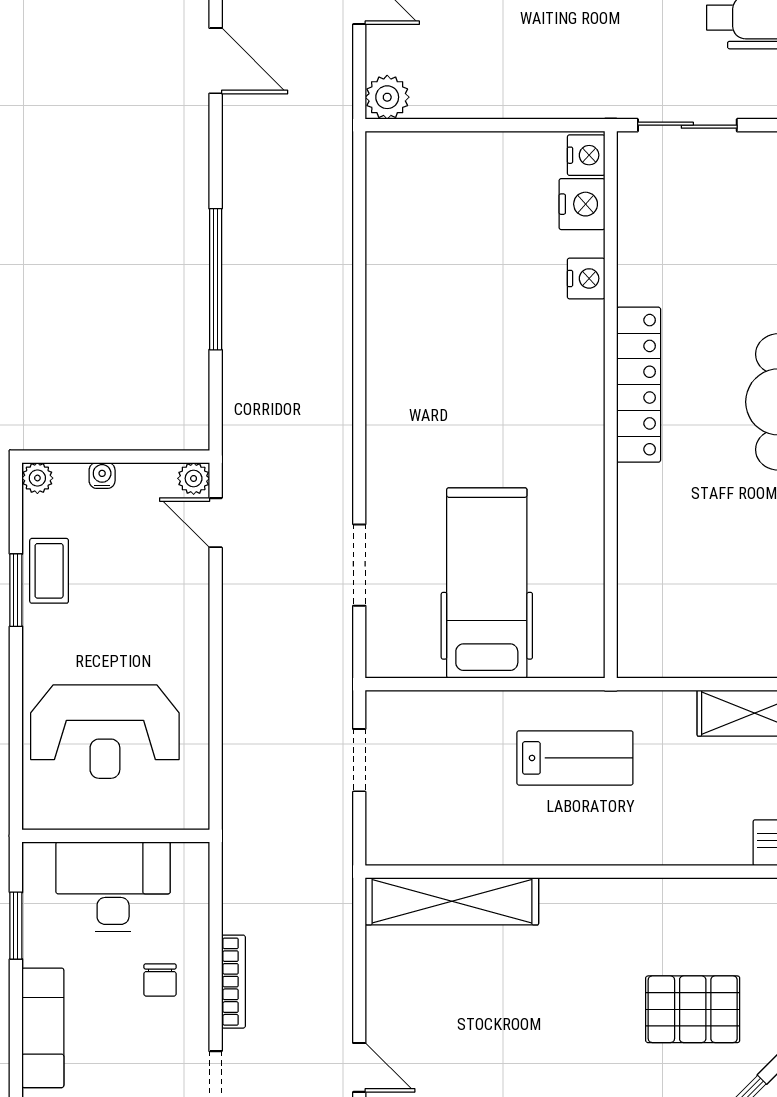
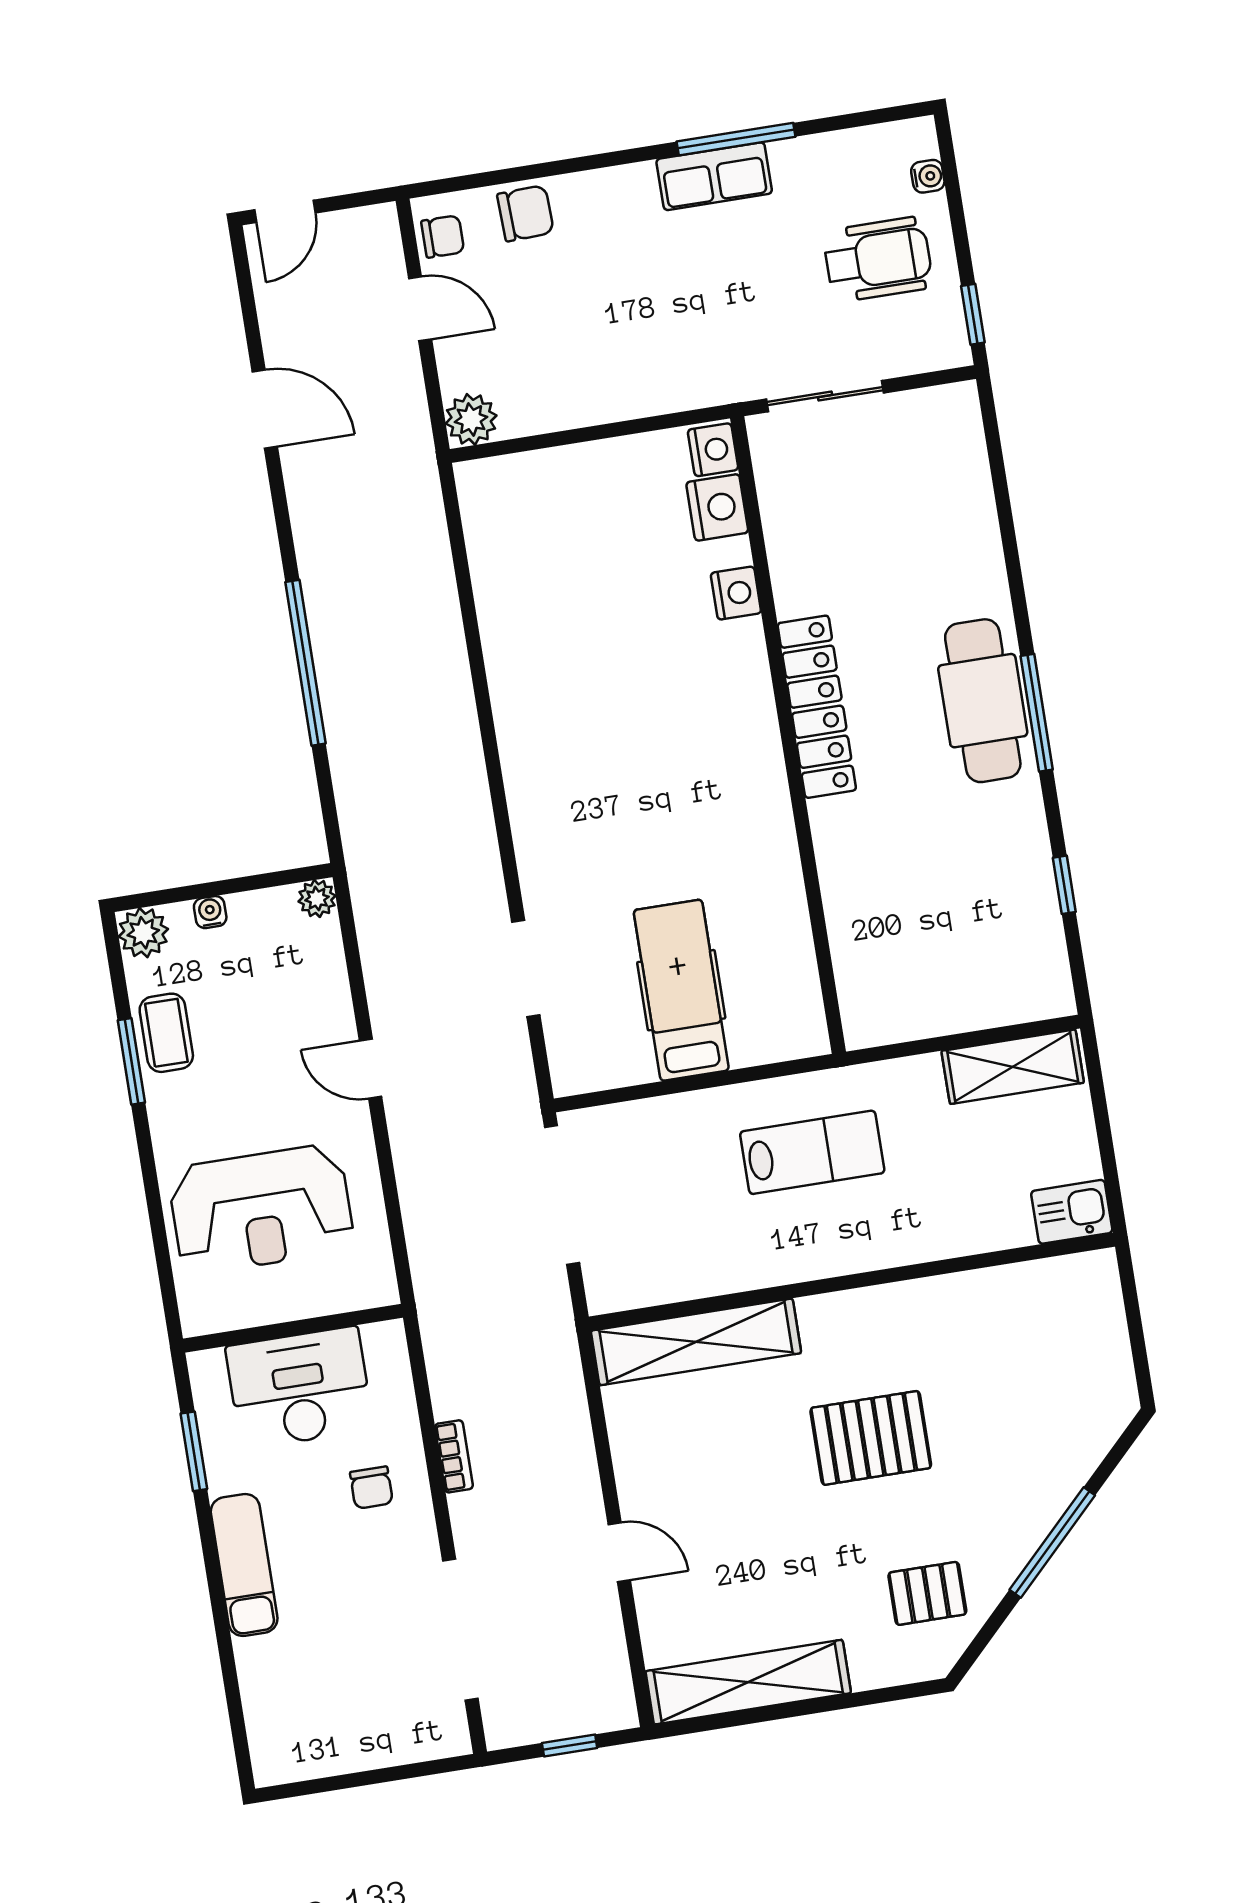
plant: (37, 478) -> (143, 933), width x1.38, depth x1.38
door: (216, 523) -> (370, 1069), moved
hospital bed: (487, 583) -> (681, 990), width x0.73, depth x0.78
doorway: (359, 760) -> (562, 1195), width x1.88
bookcase: (233, 982) -> (454, 1456), width x0.64
pallet: (693, 1009) -> (871, 1438), moved

